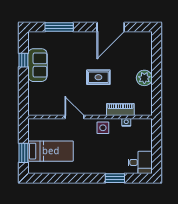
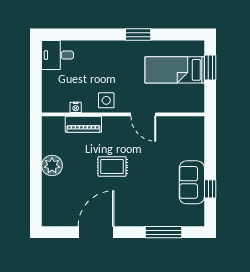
window: (115, 178) -> (138, 35), moved

